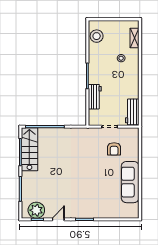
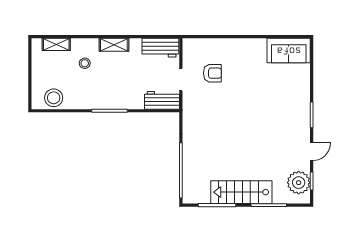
shelving: (134, 79) -> (114, 45), added
workbench: (95, 97) -> (162, 100), moved
stairs: (29, 149) -> (241, 192), moved
sofa: (130, 182) -> (289, 51), moved, width x0.73
door: (58, 219) -> (312, 152), swing flipped

